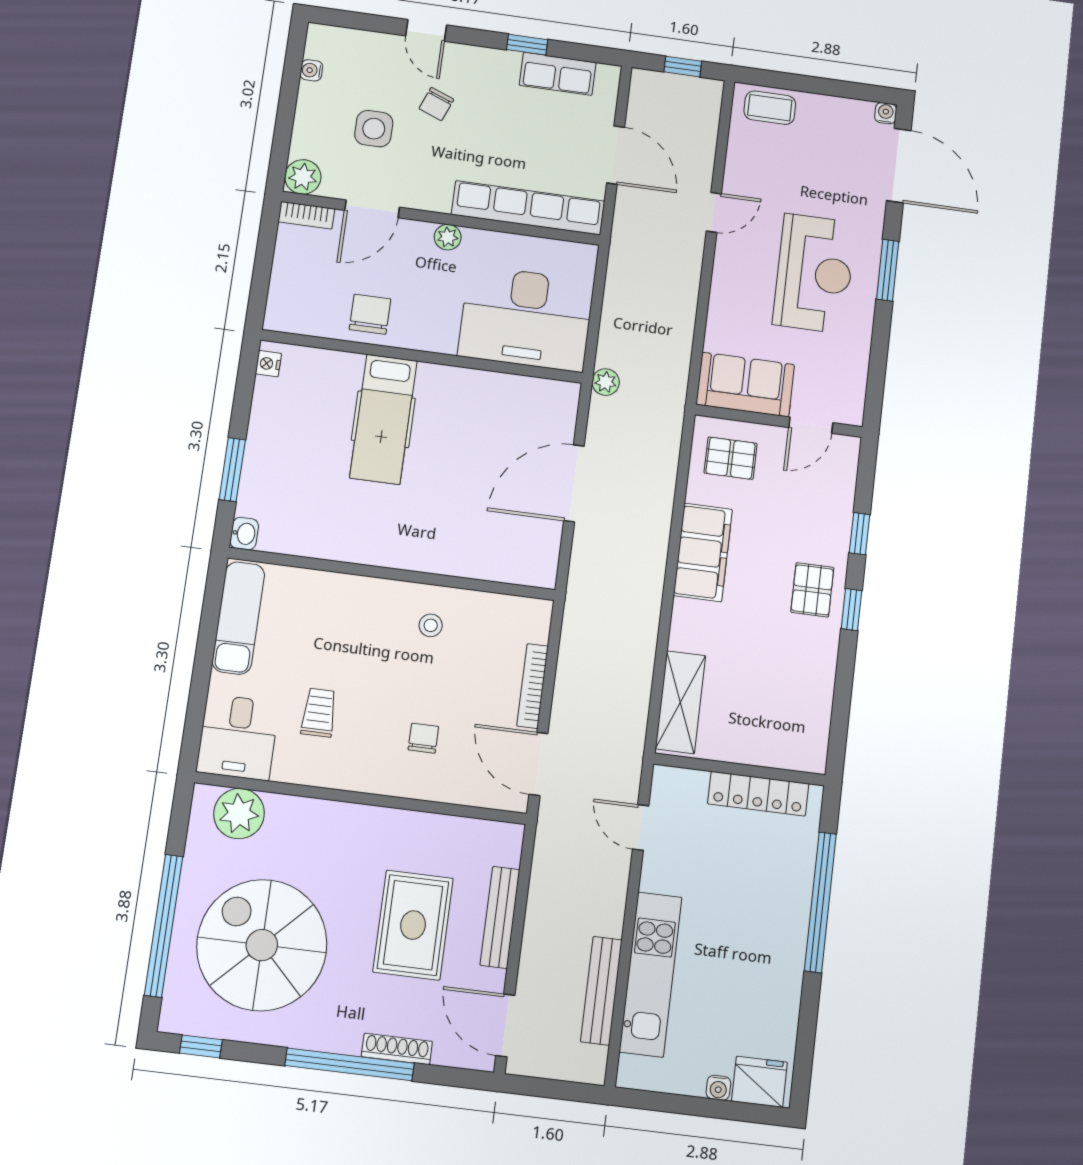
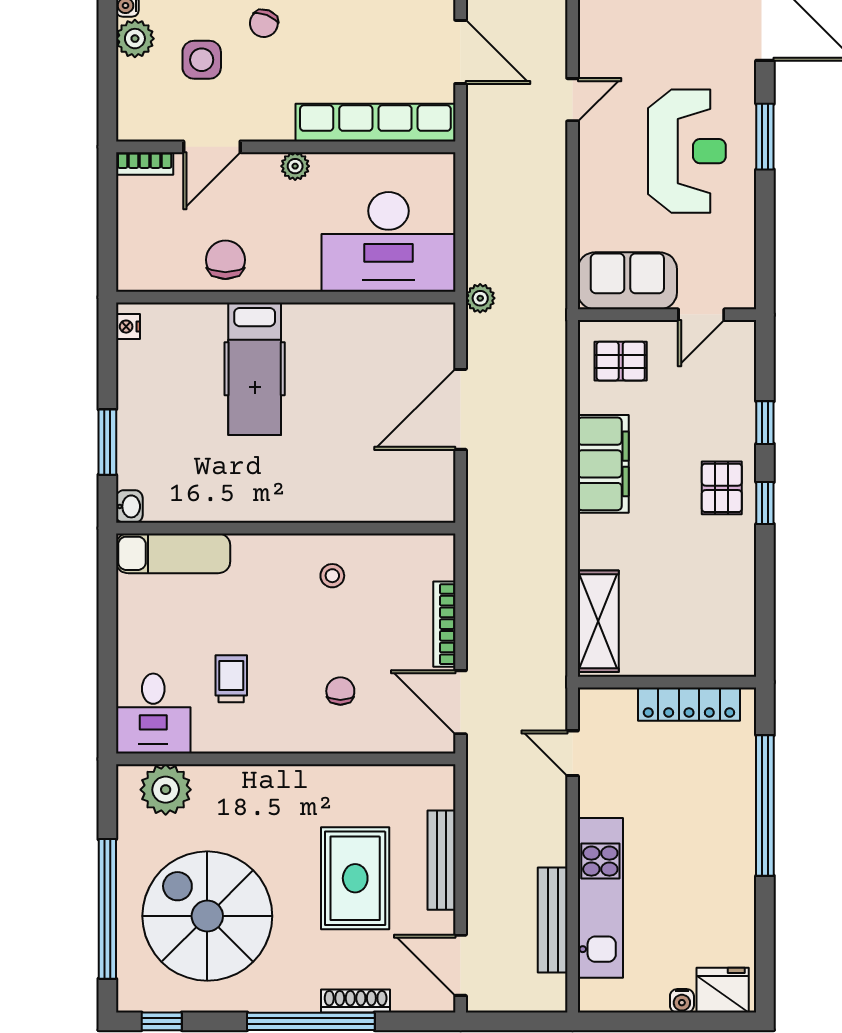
plant: (303, 177) -> (135, 39), moved
exam couch: (238, 618) -> (173, 553), moved, turned 90

